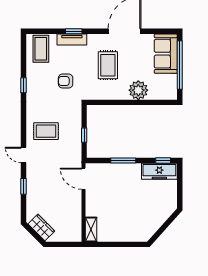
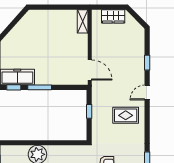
door: (23, 155) -> (147, 93), swing flipped
window: (123, 160) -> (40, 87), moved
wardrobe: (41, 227) -> (113, 16), moved, turned -45

